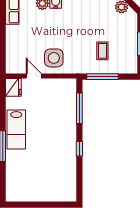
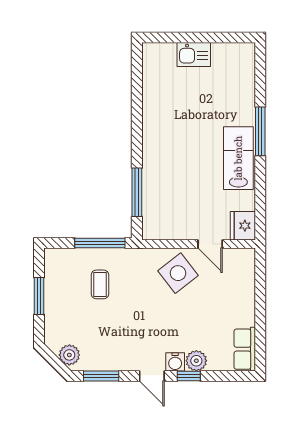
side table: (54, 58) -> (178, 273), turned -38
window: (79, 149) -> (137, 127), removed
kitchen sink: (44, 194) -> (194, 54), added

